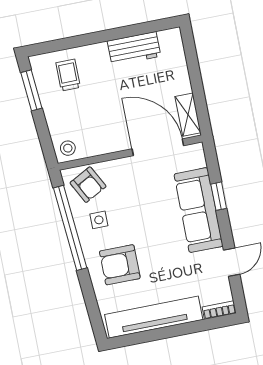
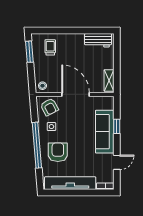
workbench: (134, 49) -> (98, 40), moved
door: (158, 147) -> (76, 94), moved
window: (70, 228) -> (37, 145), moved
armchair: (120, 265) -> (58, 152), turned 90

